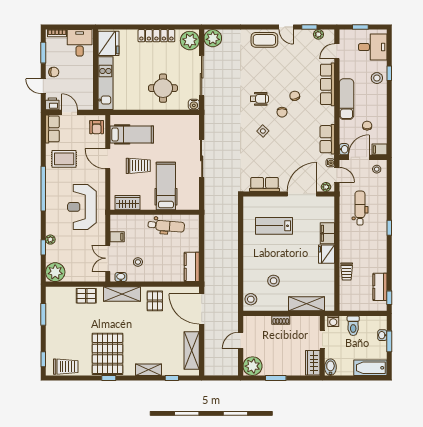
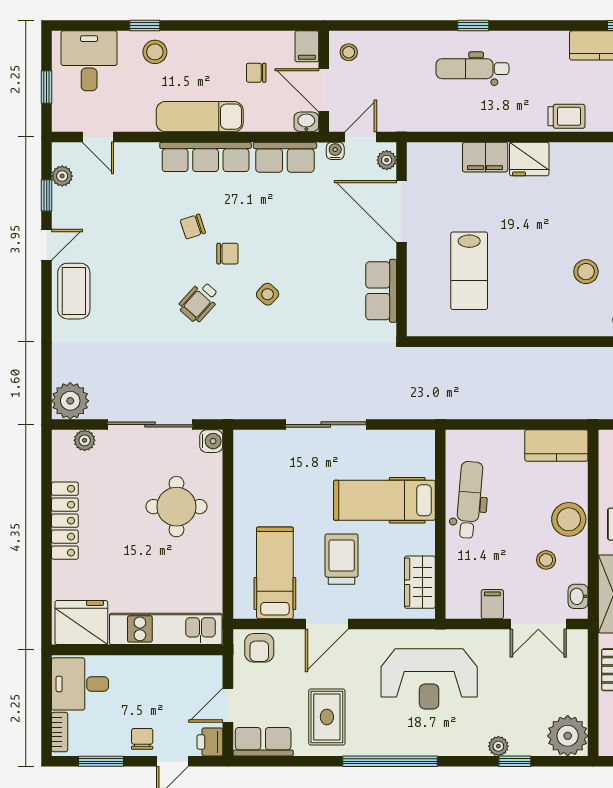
plant: (190, 41) -> (85, 440), width x0.53, depth x0.53
row of seats: (327, 84) -> (206, 157), moved
wheelchair: (259, 99) -> (199, 302), turned -138
armchair: (97, 127) -> (259, 648), turned 90
dental chair: (360, 208) -> (472, 69), moved
stool: (157, 273) -> (569, 519), added

